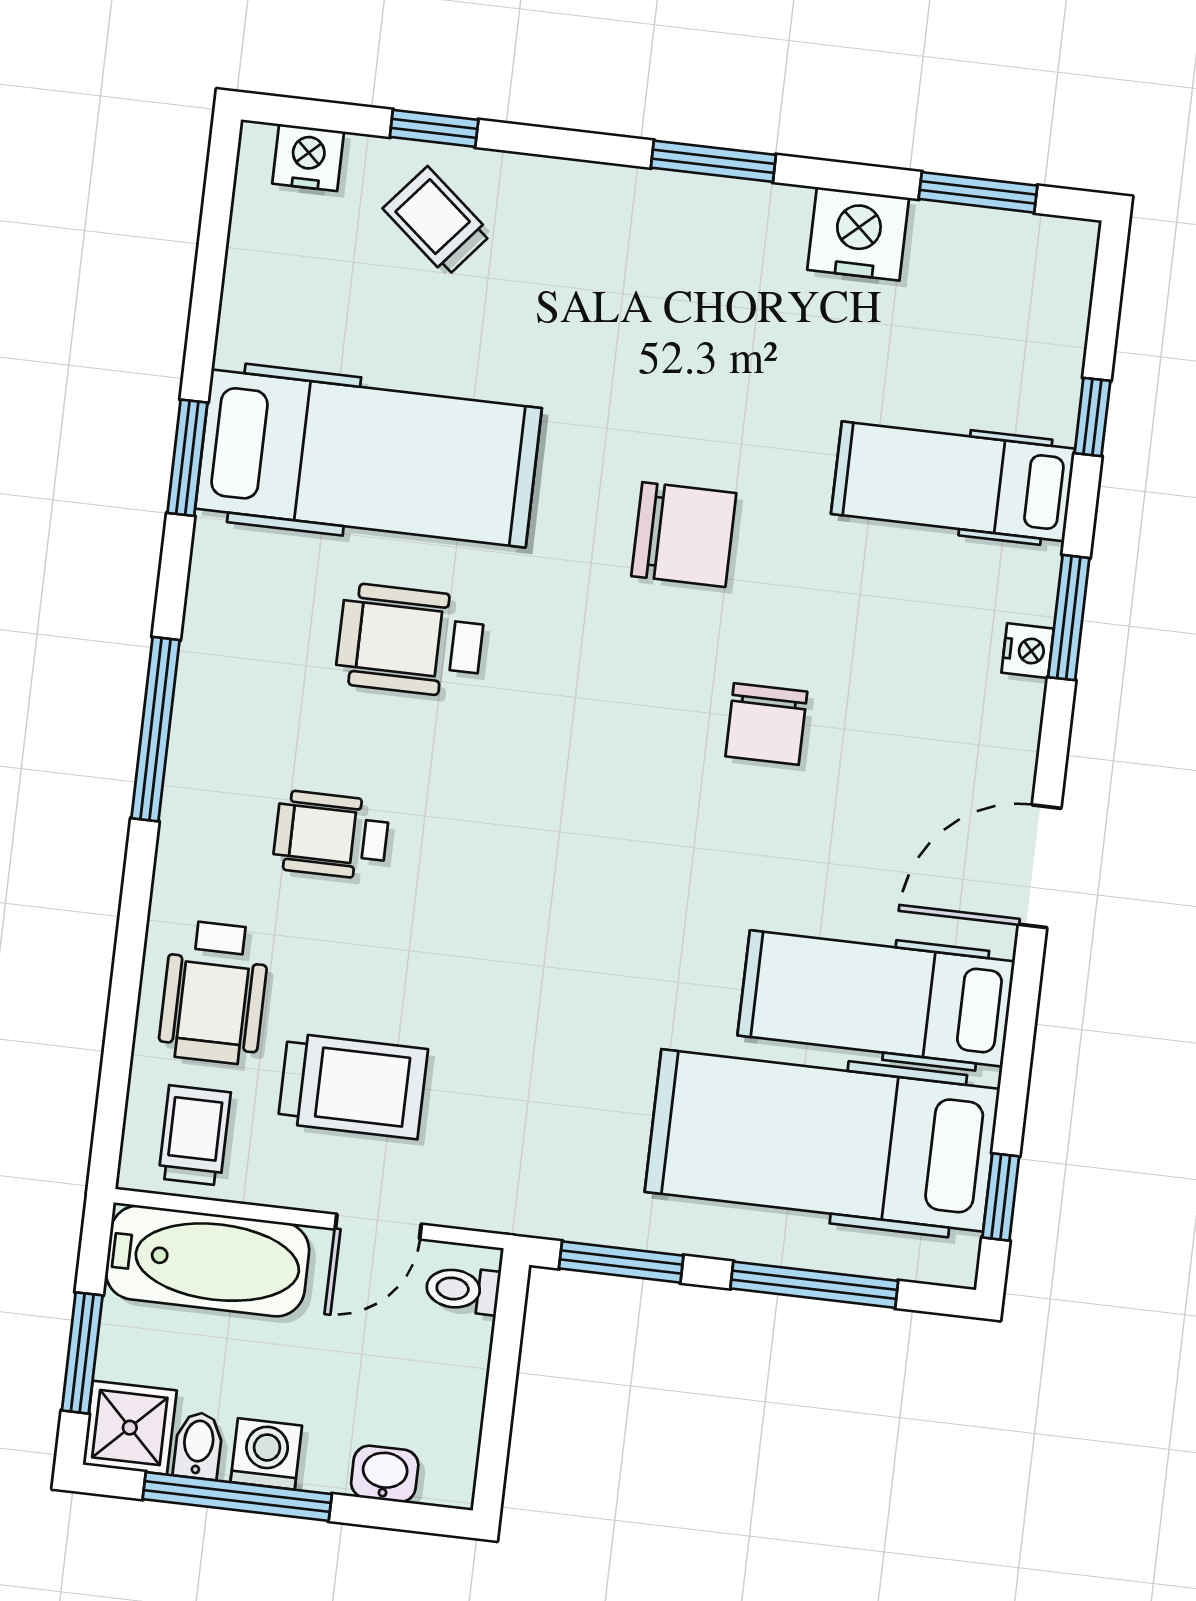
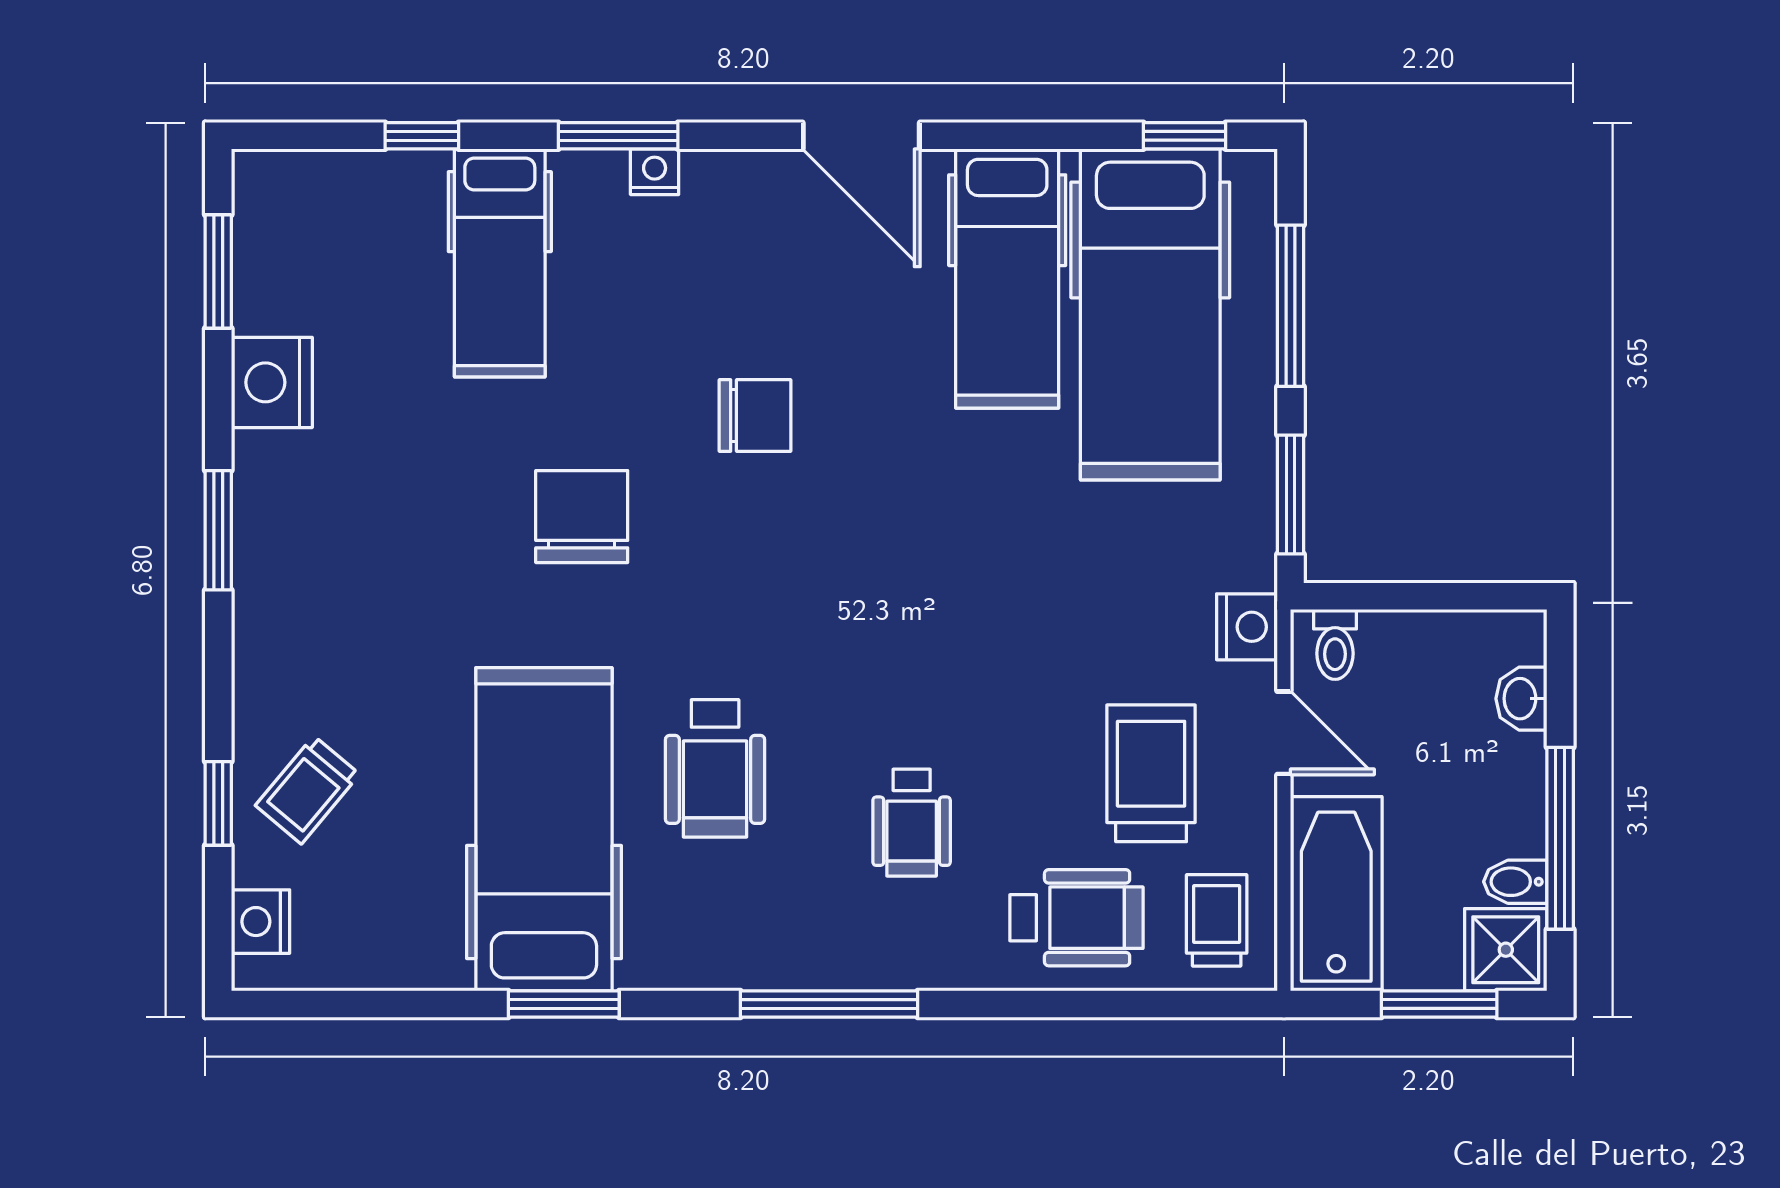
trolley: (195, 1135) -> (1217, 920), turned 90
nightstand: (491, 1202) -> (1247, 627), added
washing machine: (266, 1454) -> (1516, 815), removed

